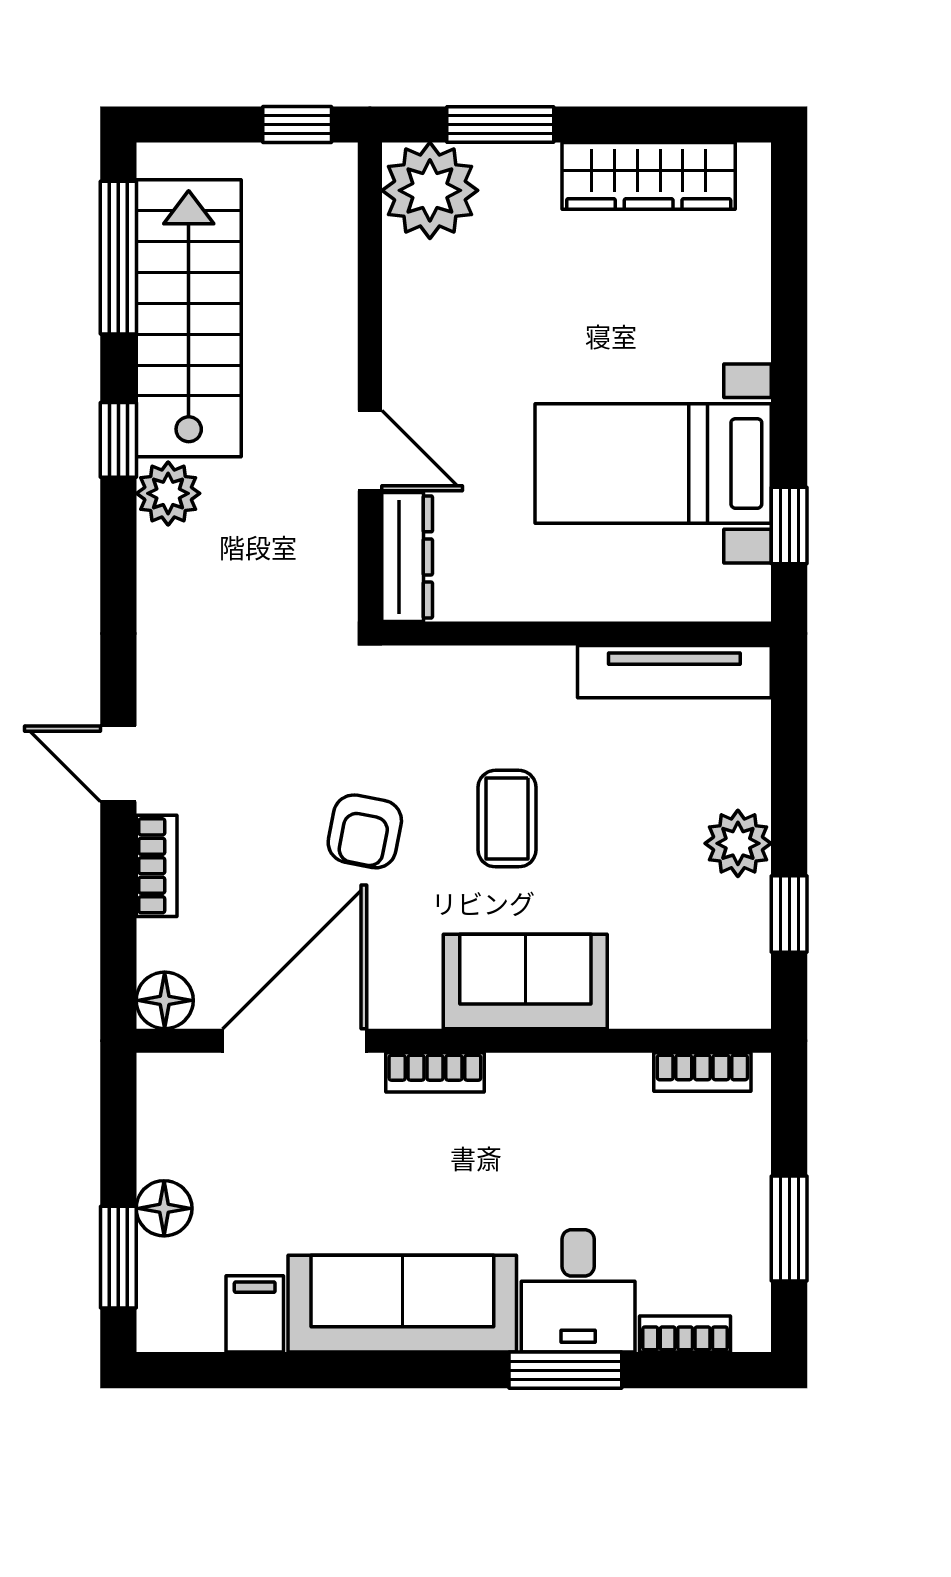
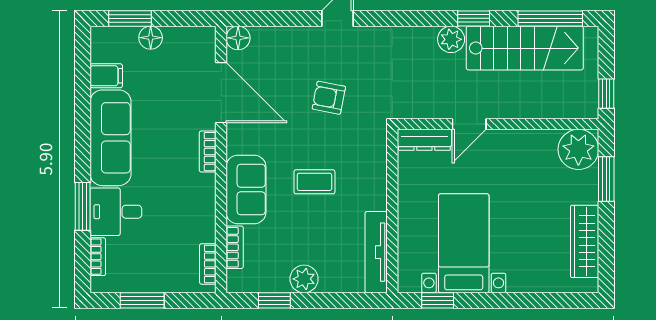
armchair: (365, 831) -> (329, 98), moved
bookcase: (157, 866) -> (235, 247), moved, turned -90

